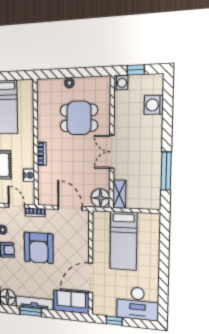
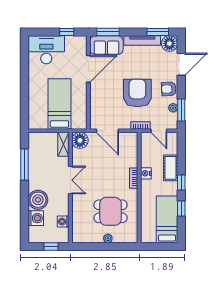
washing machine: (121, 83) -> (63, 222), moved
dining table: (79, 118) -> (111, 211), moved
boiler: (151, 128) -> (38, 200), added
nightstand: (29, 175) -> (146, 173), moved
window: (31, 311) -> (158, 32), moved
window: (69, 316) -> (108, 32), added

